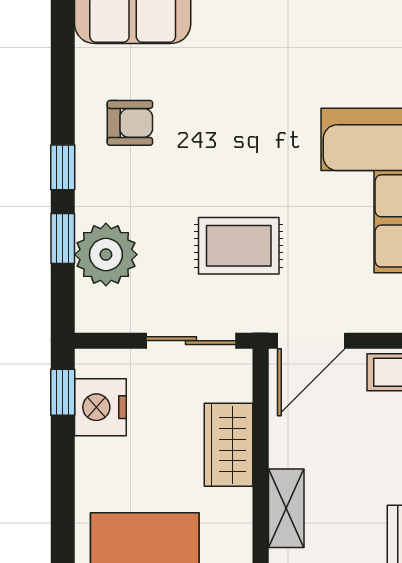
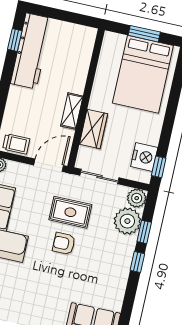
armchair: (130, 123) -> (64, 244), moved
plant: (97, 311) -> (137, 198), added
shelving: (286, 508) -> (72, 111), moved

